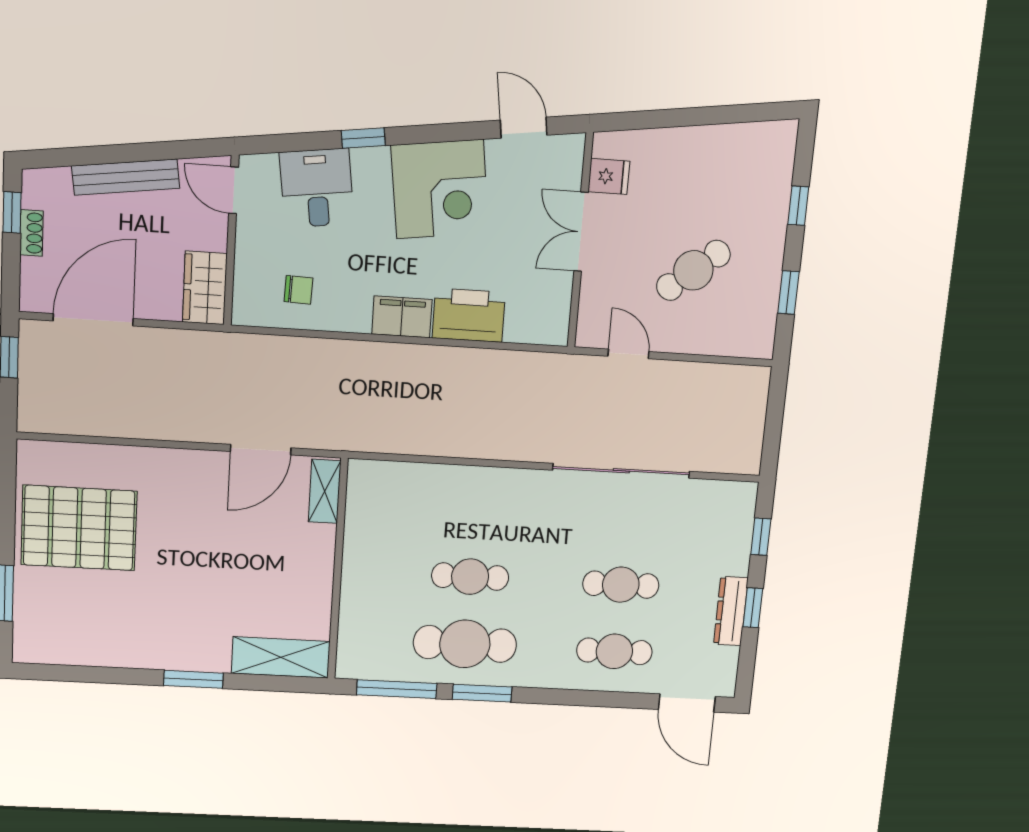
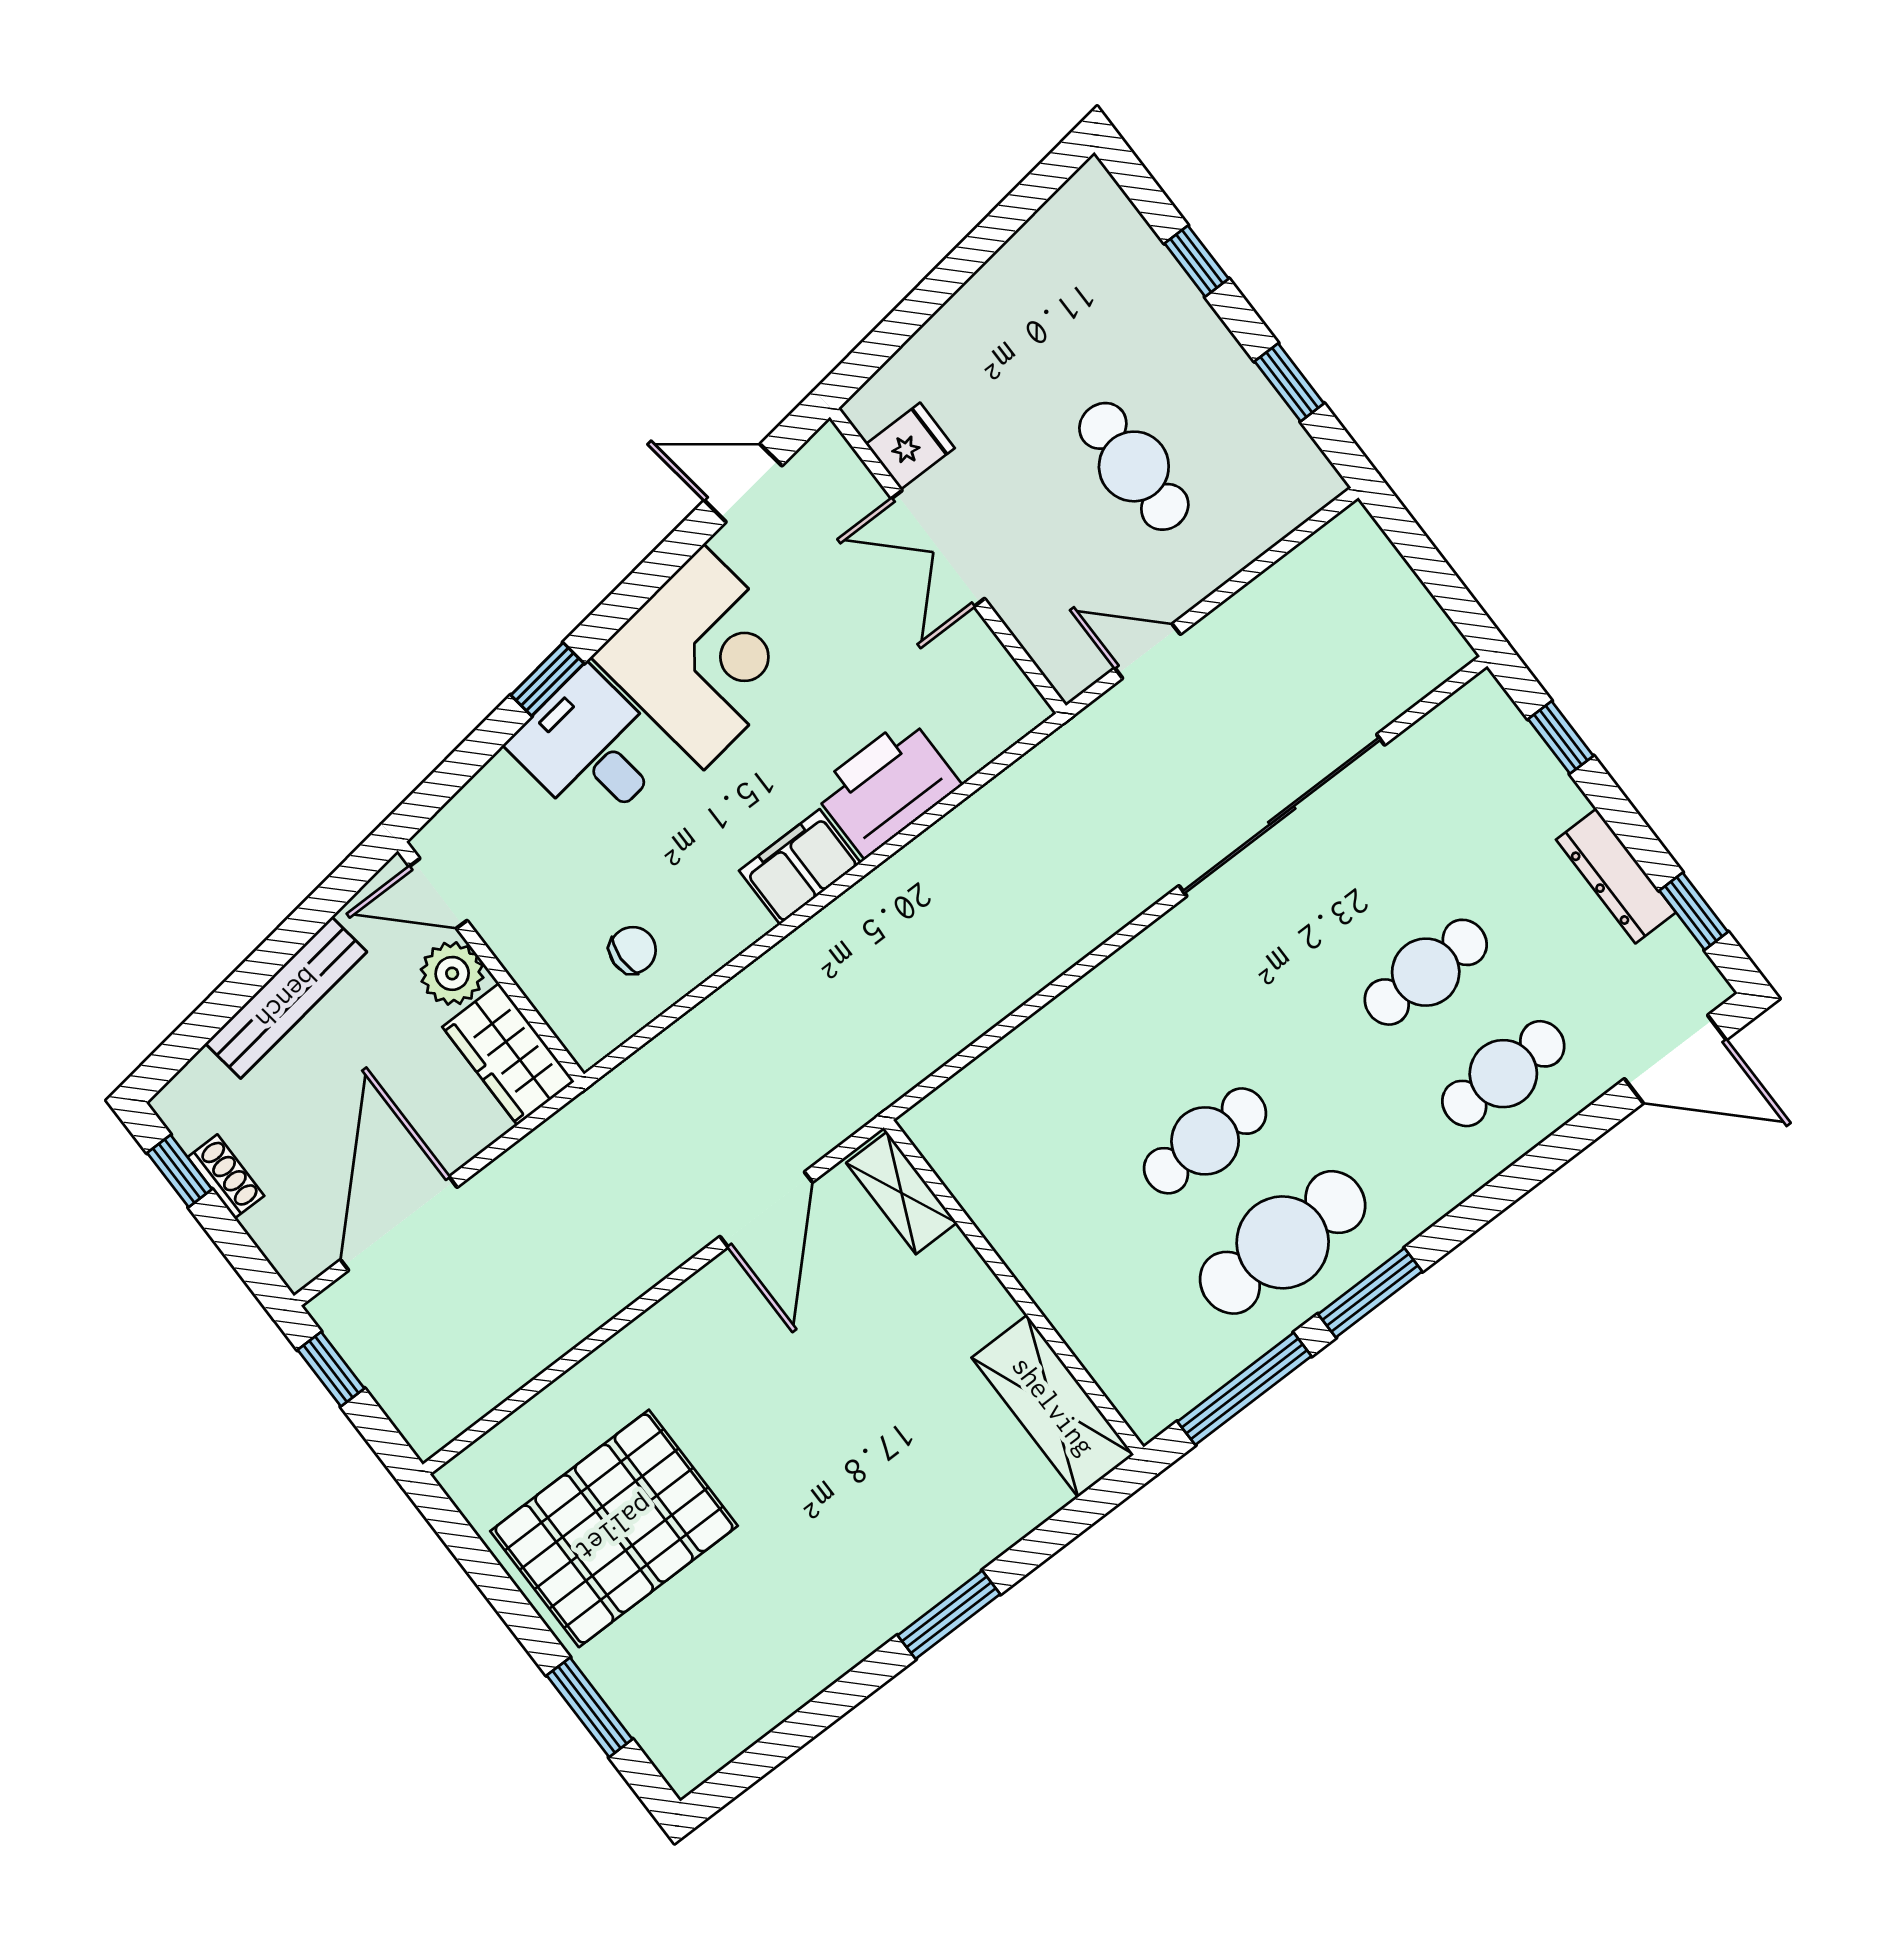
desk: (317, 188) -> (590, 749), moved
plant: (210, 231) -> (452, 973), added
cafe table: (693, 270) -> (1134, 466), turned -51
window: (753, 608) -> (1694, 911), moved
shelving: (281, 657) -> (1053, 1406), moved, turned 90

